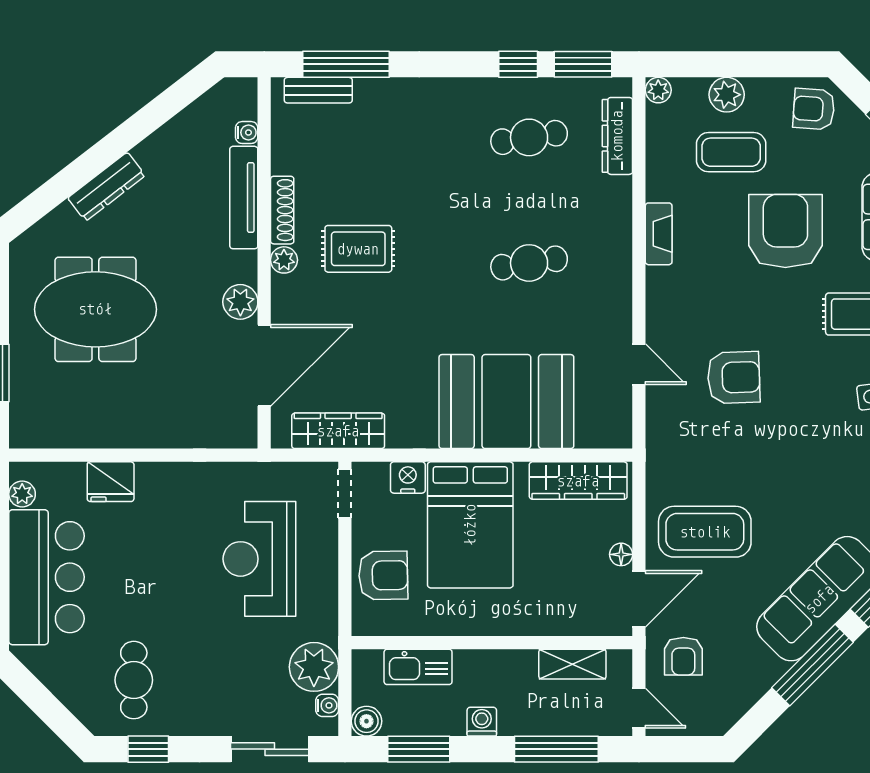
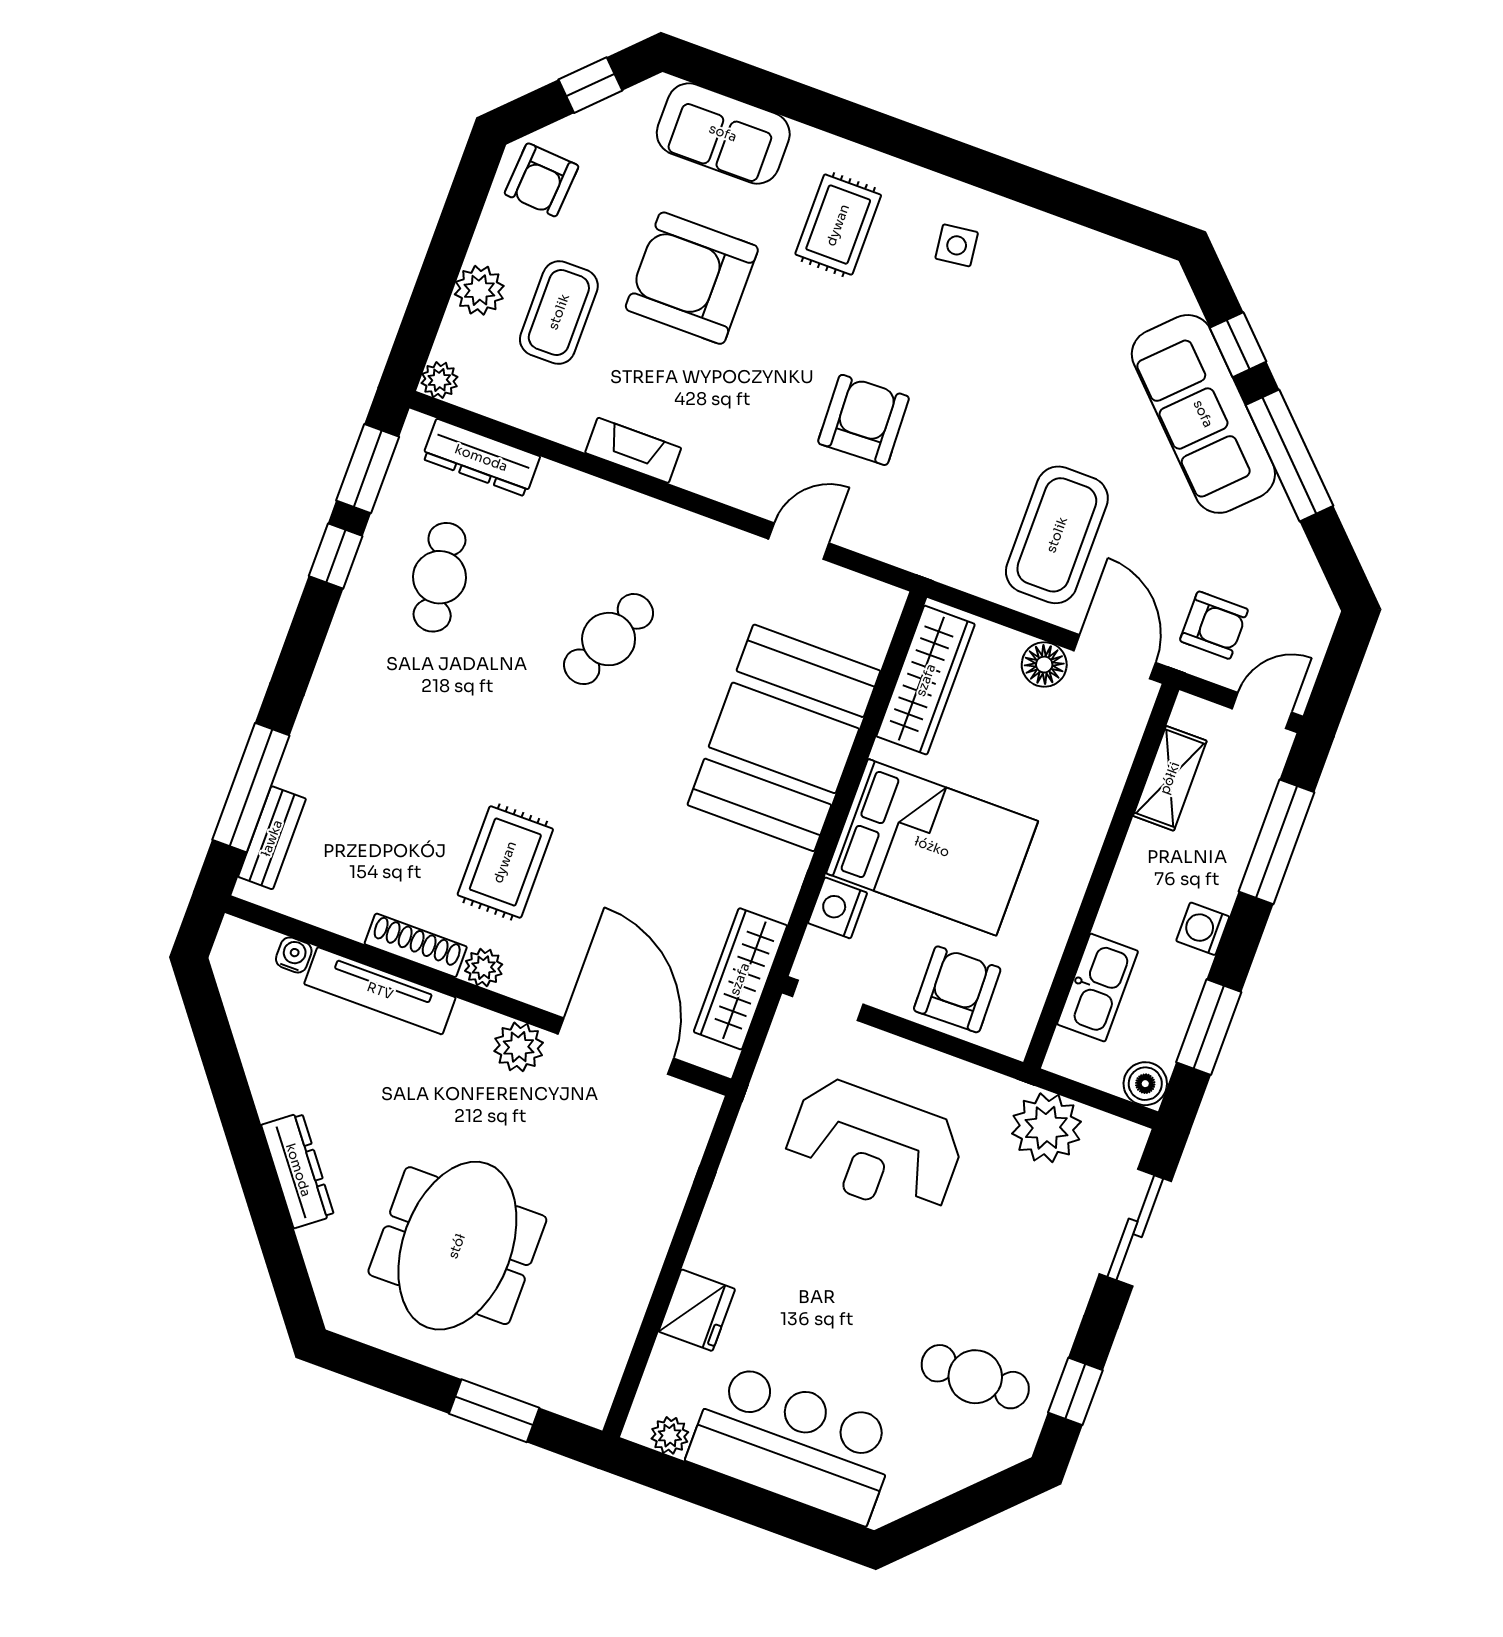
cafe table: (529, 263) -> (609, 639), turned 33
floor lamp: (621, 554) -> (1044, 665), width x1.37, depth x1.37
water cooler: (327, 705) -> (1105, 1129), removed

